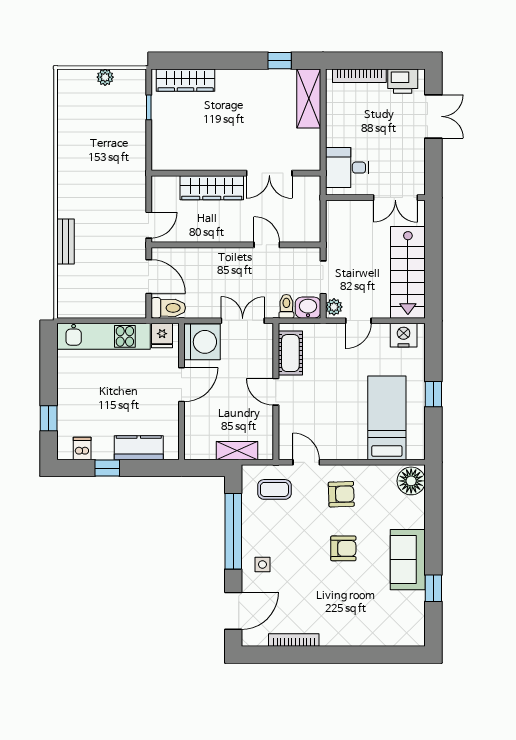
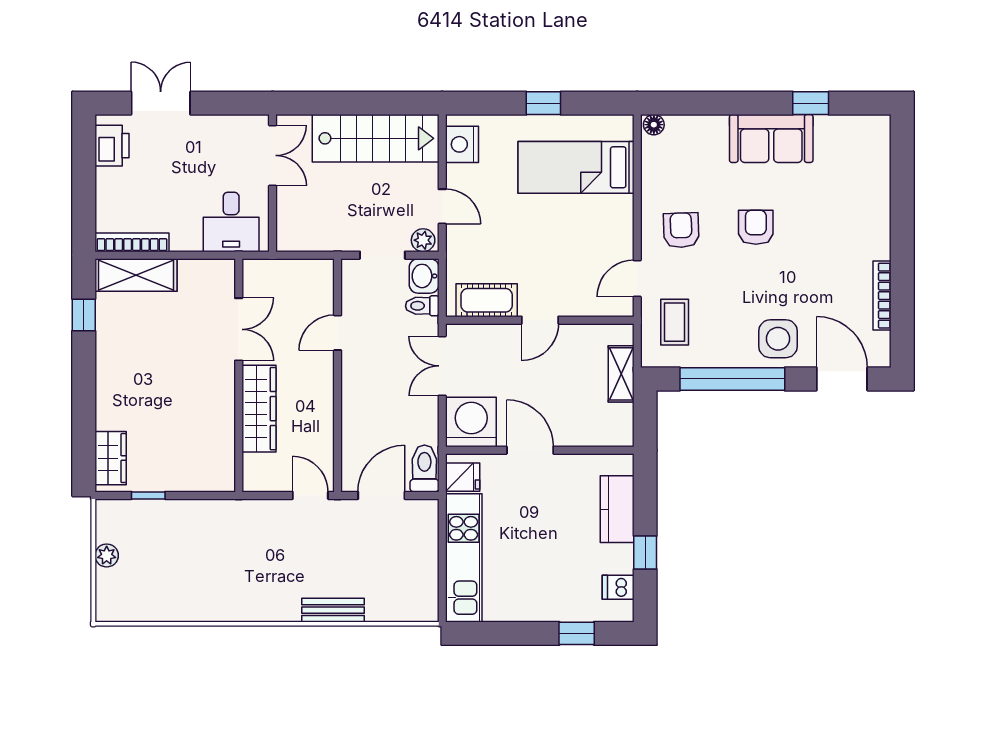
bookcase: (359, 76) -> (132, 242), moved, turned -90
wardrobe: (186, 80) -> (111, 458), width x0.67
floor lamp: (411, 481) -> (654, 125), width x0.53, depth x0.53
side table: (262, 564) -> (778, 339), width x1.87, depth x1.87

